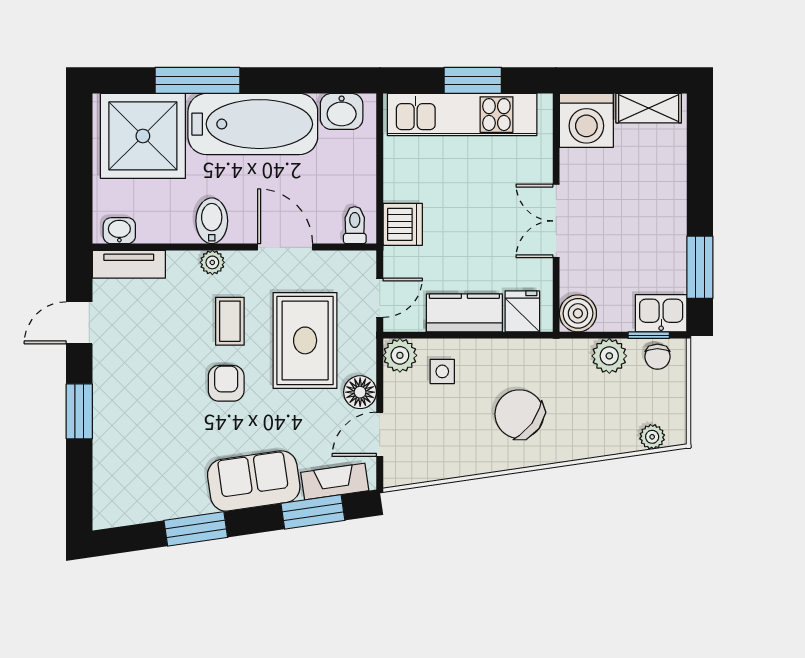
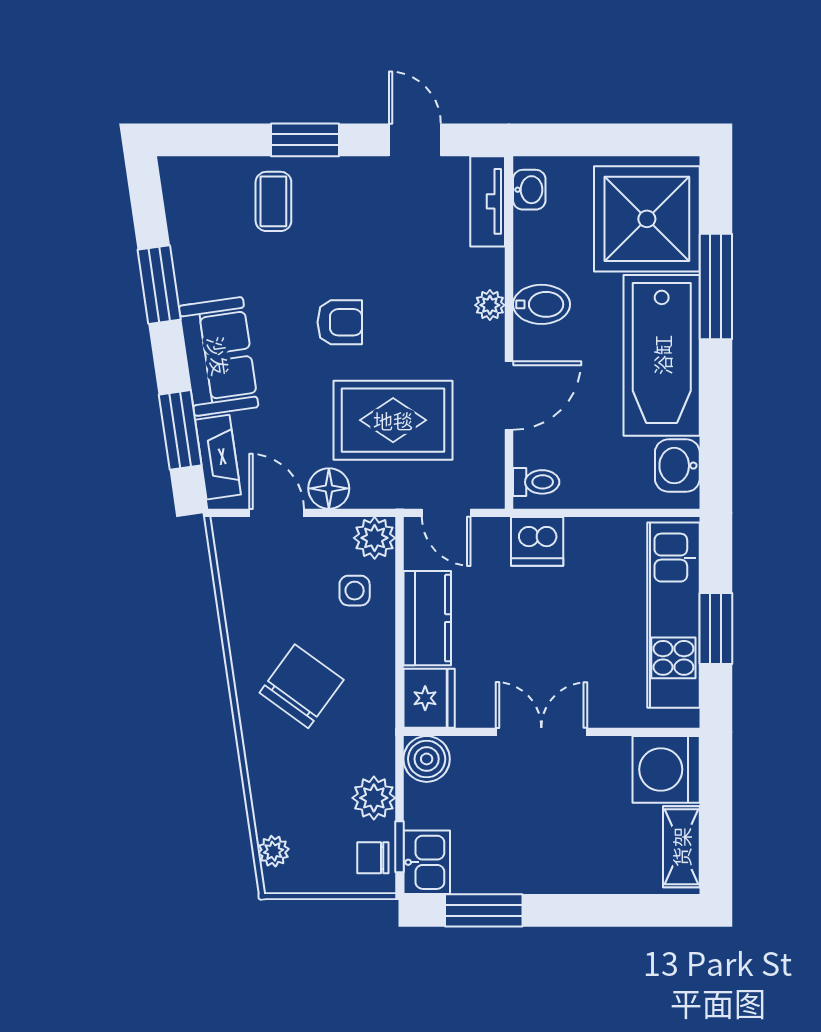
fridge: (522, 311) -> (429, 698), width x1.38
coffee table: (230, 321) -> (273, 201), moved, turned 90

